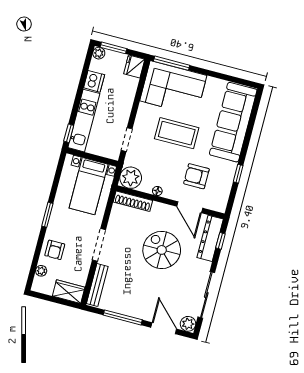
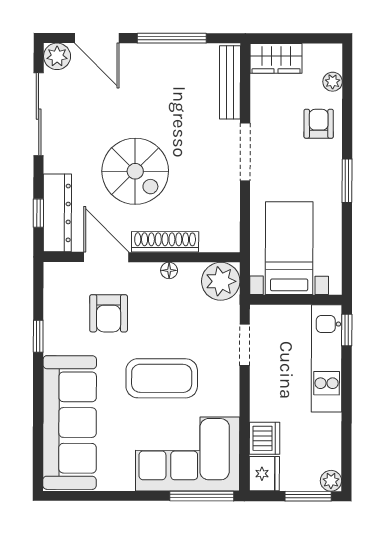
dishwasher: (94, 81) -> (265, 438), moved, turned 180
armchair: (196, 176) -> (109, 313), turned 90
shoe rack: (133, 201) -> (165, 242), moved

